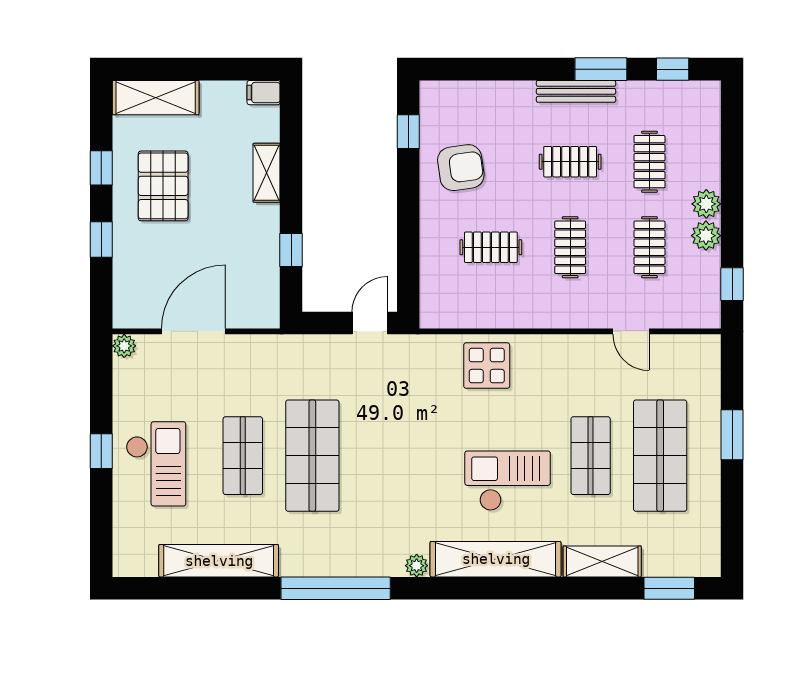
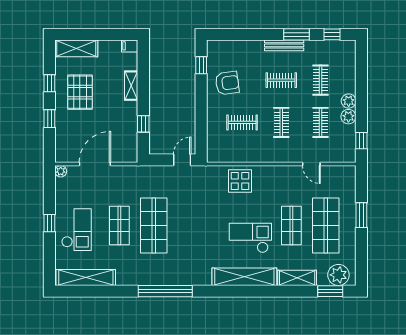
shelving: (219, 561) -> (86, 277), moved
plant: (417, 566) -> (338, 275), moved, width x1.87, depth x1.87

